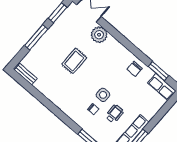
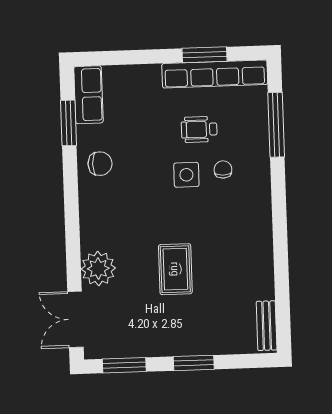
window: (36, 37) -> (194, 363), width x0.69
rug: (74, 61) -> (175, 269), turned 90

